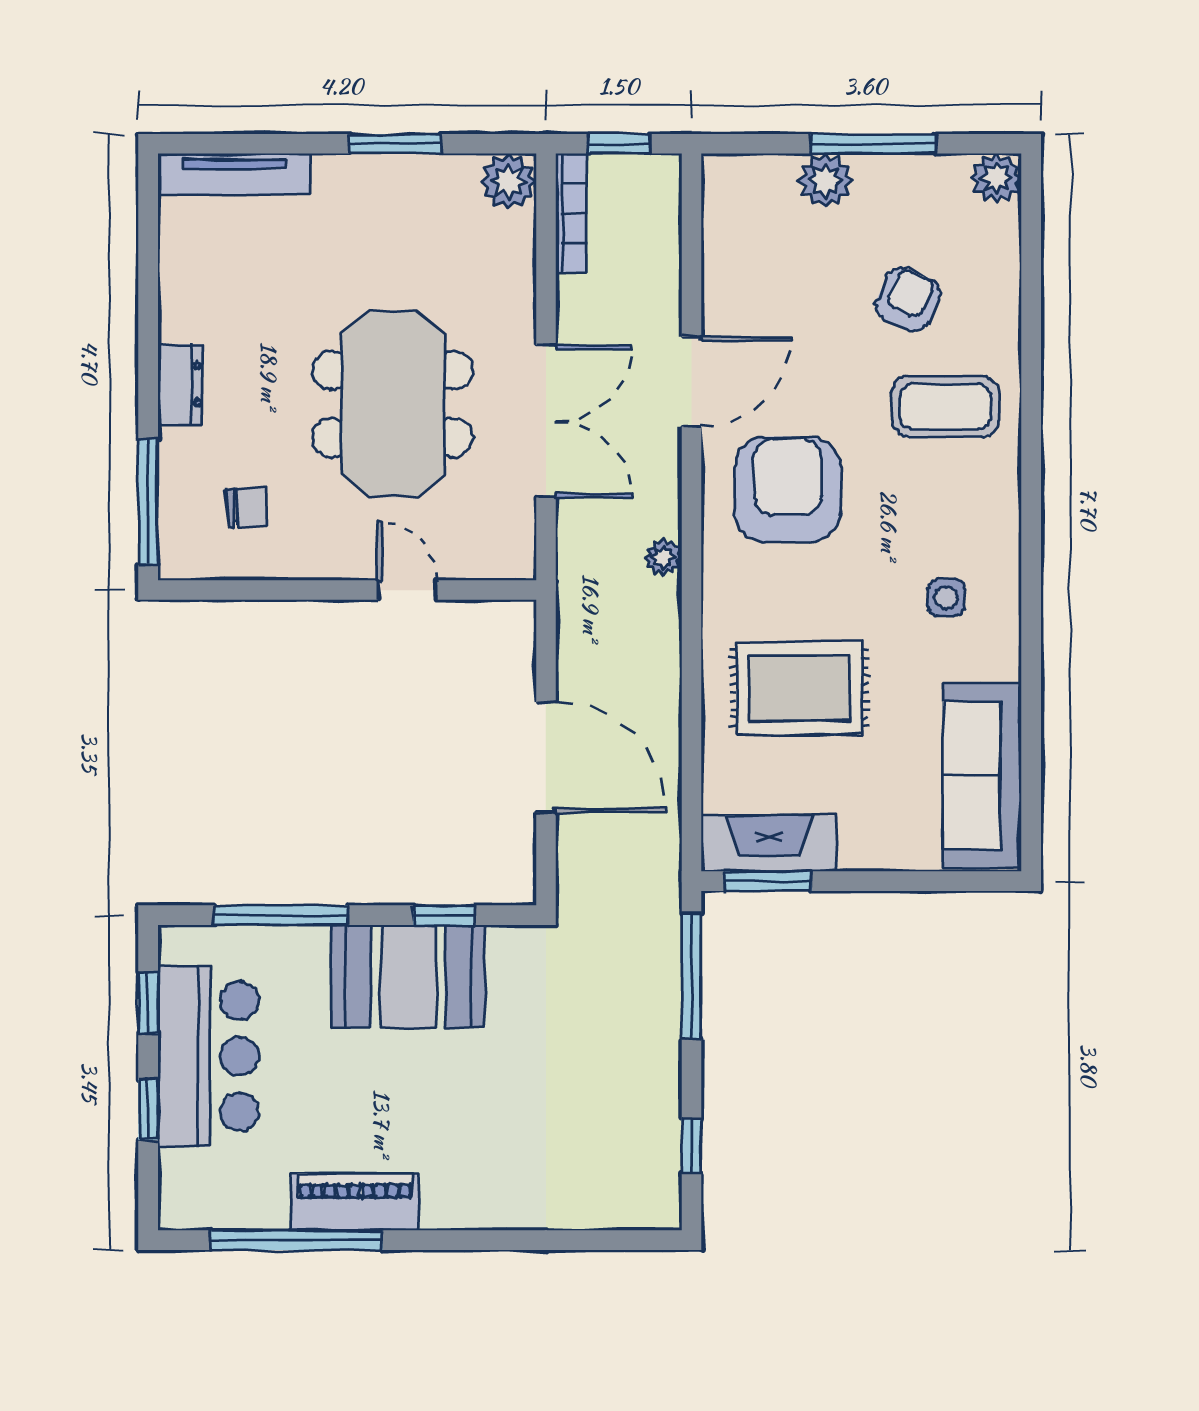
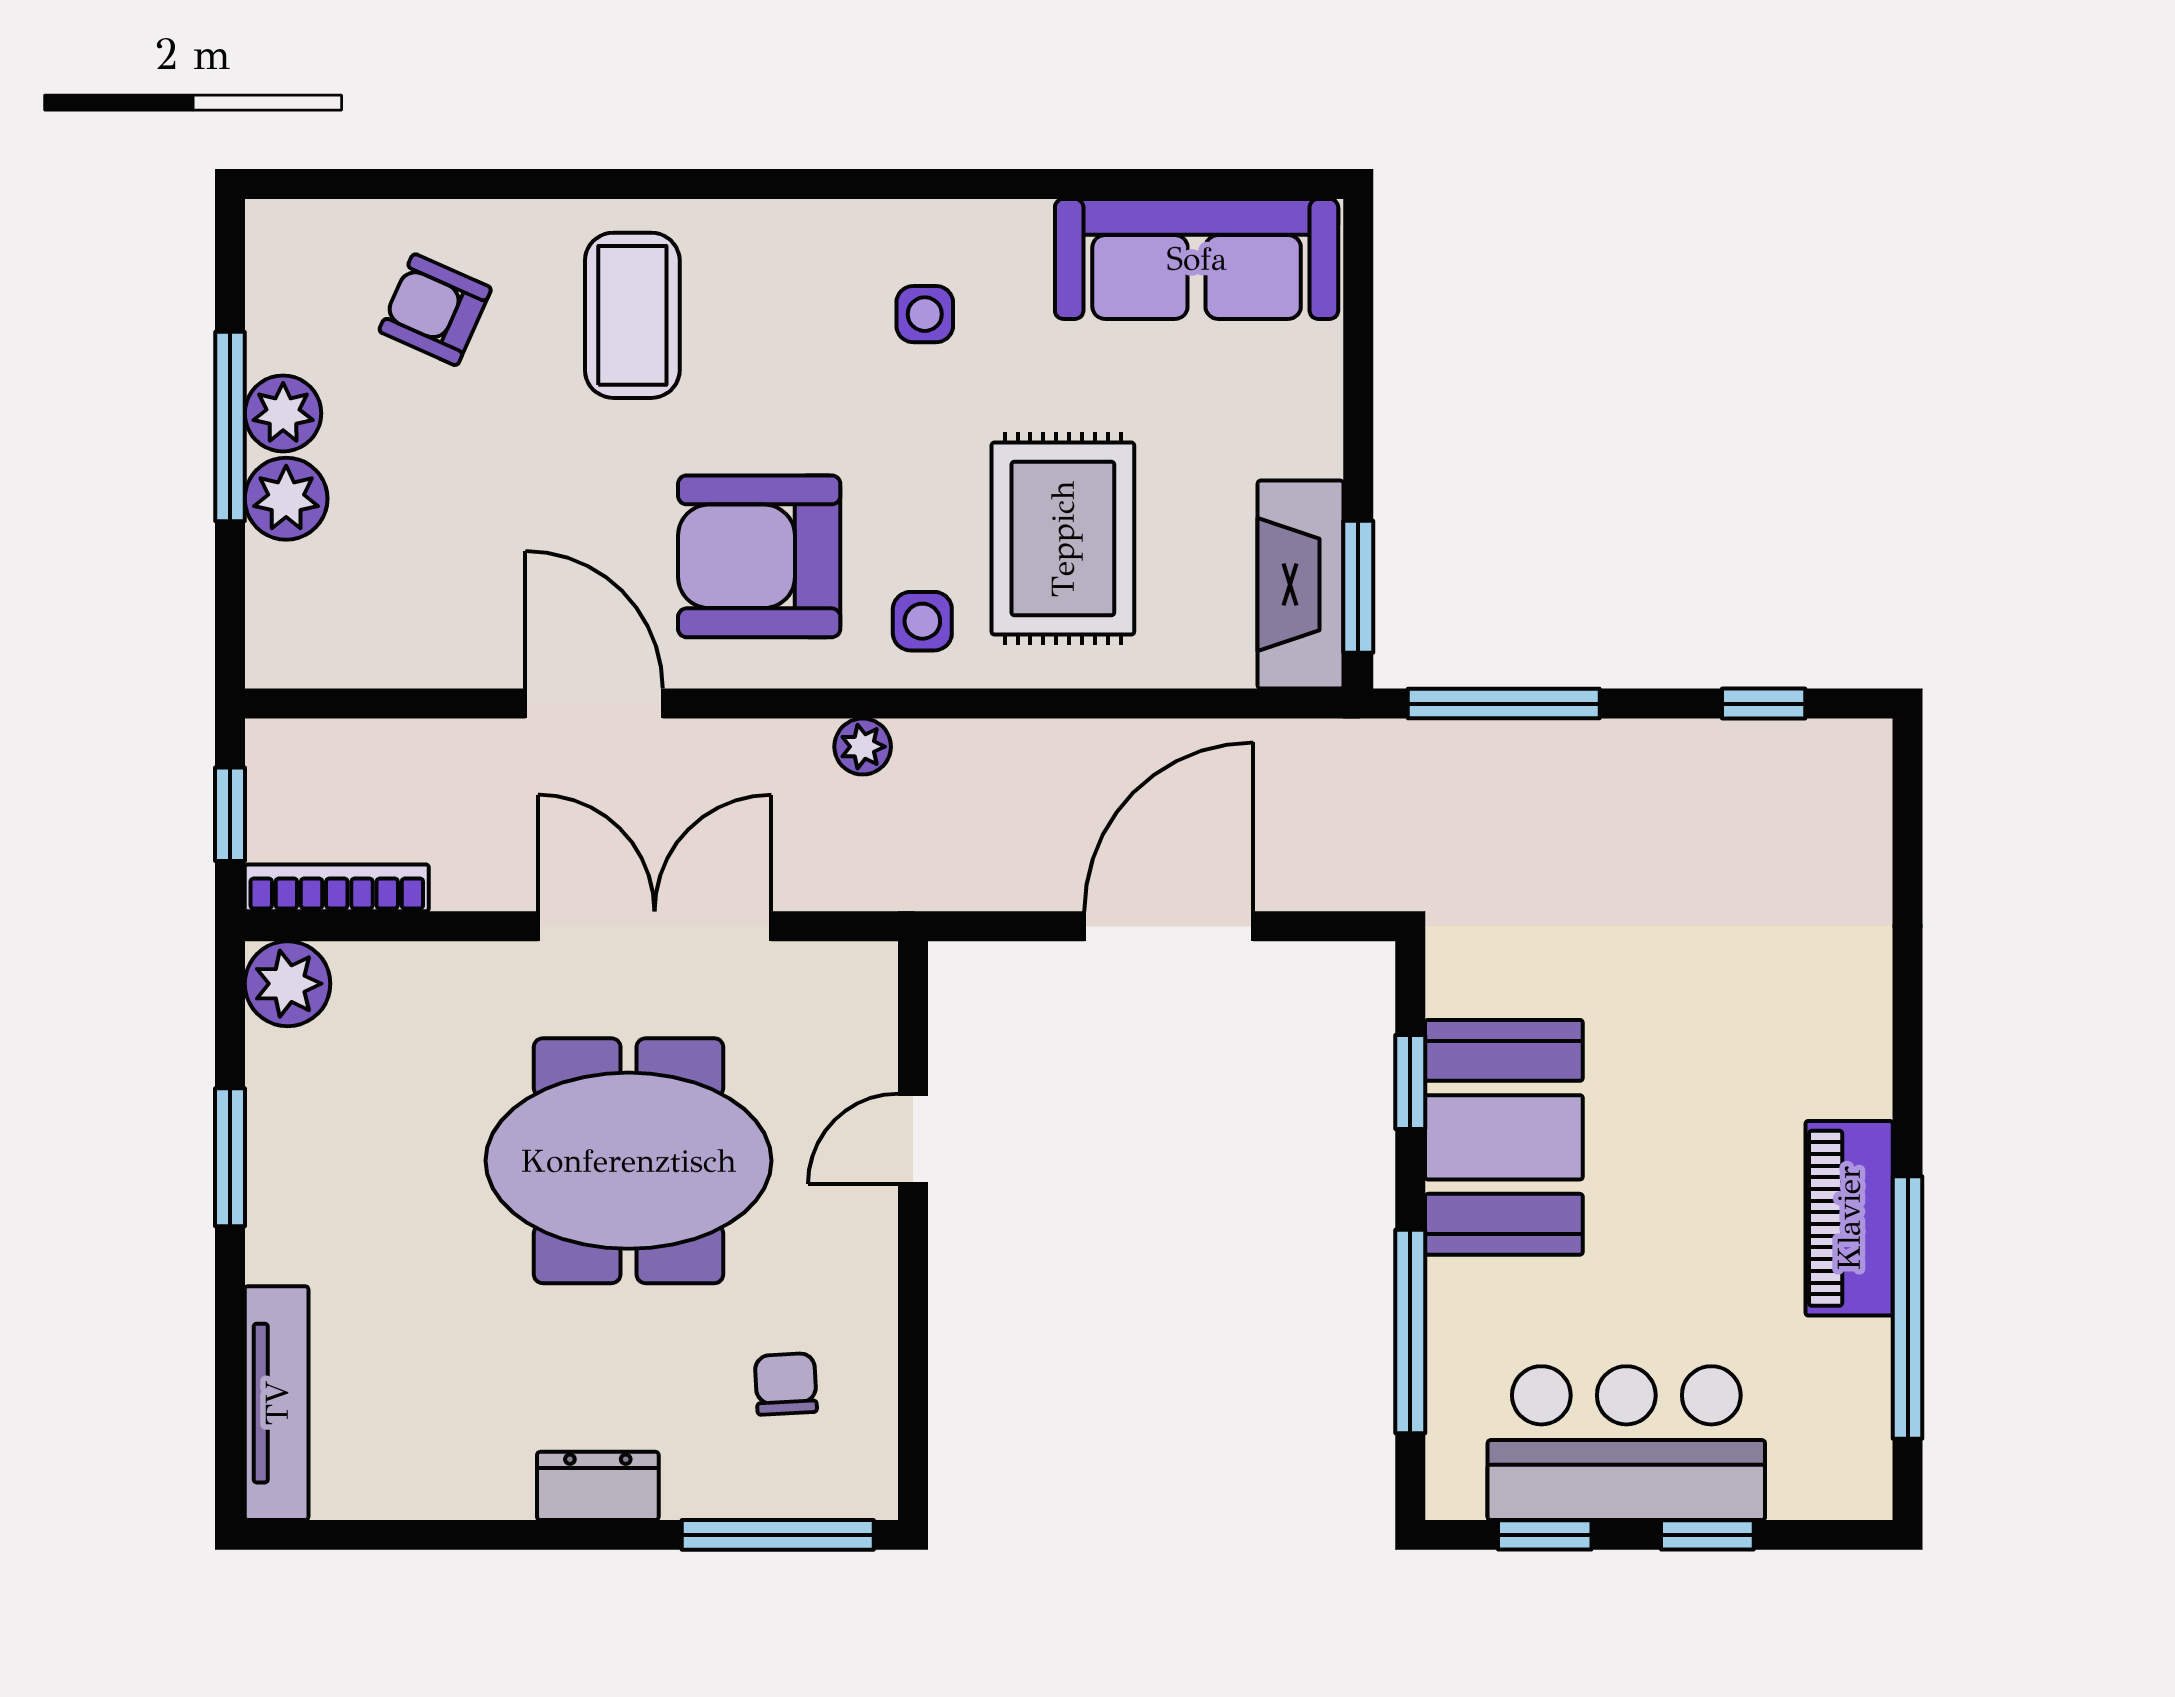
plant: (996, 178) -> (283, 413), moved
armchair: (908, 299) -> (435, 310), moved
side table: (745, 596) -> (922, 621), added

